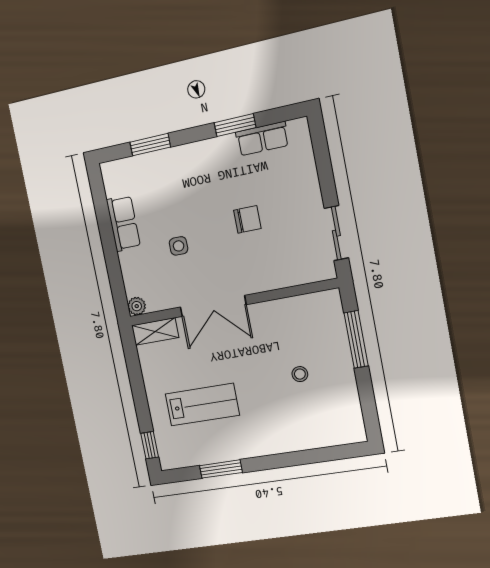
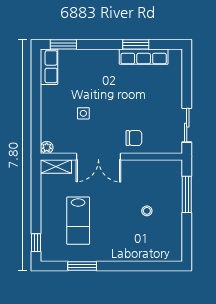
row of seats: (262, 139) -> (144, 57), width x1.48
window: (150, 145) -> (63, 44), moved
chair: (247, 219) -> (134, 138), moved
row of seats: (123, 223) -> (49, 67), moved
lab bench: (202, 405) -> (78, 221), turned 90

